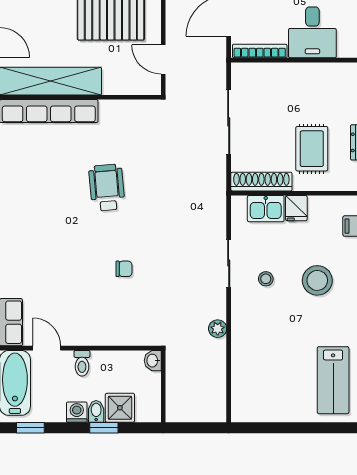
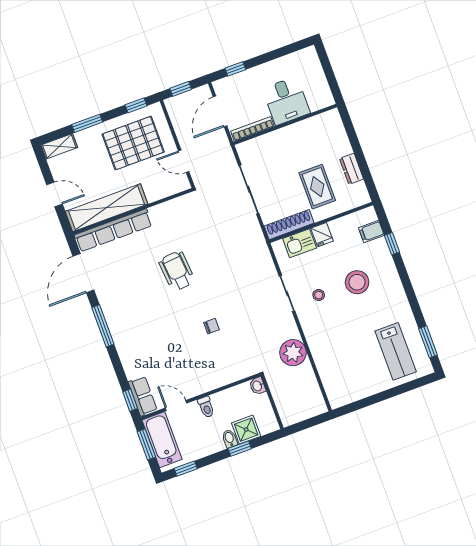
plant: (218, 329) -> (293, 353), width x1.88, depth x1.88
washing machine: (77, 412) -> (216, 444), removed

